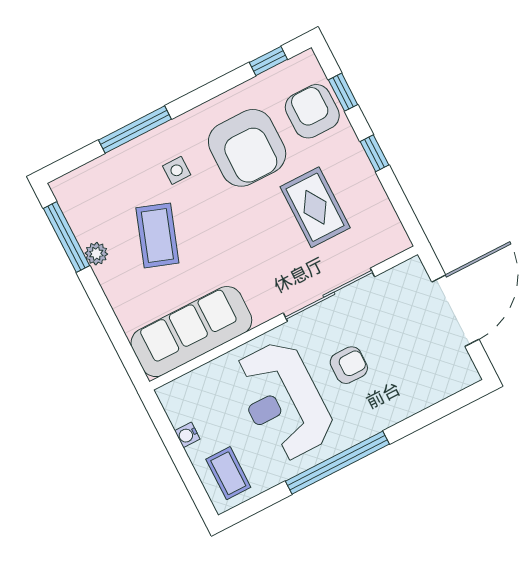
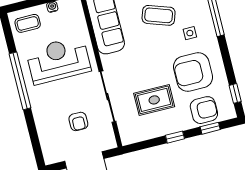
armchair: (349, 365) -> (78, 121), moved

